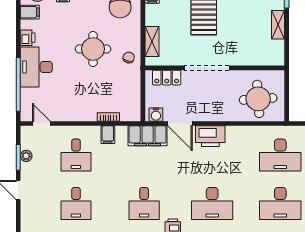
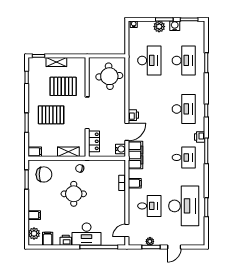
pallet: (244, 34) -> (63, 86), added
printer: (210, 136) -> (133, 115), width x0.53, depth x0.68
desk: (76, 203) -> (184, 206), width x1.87, depth x1.30

